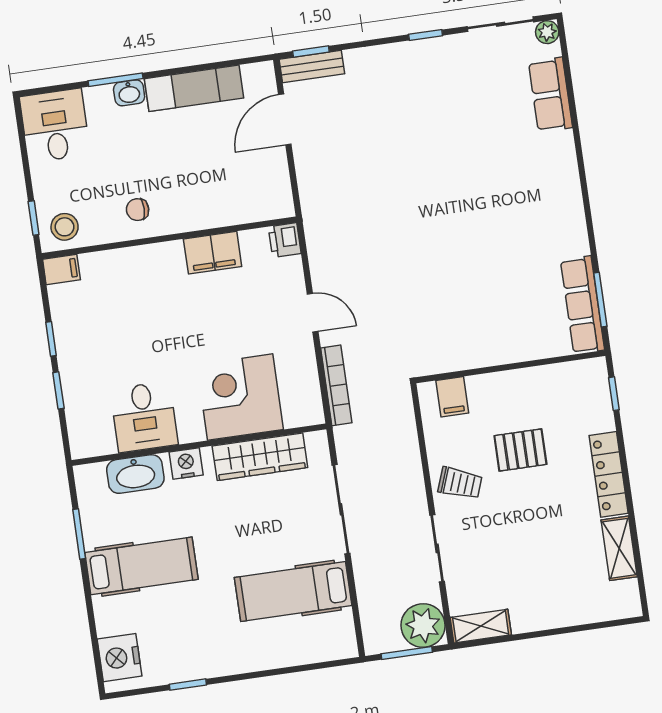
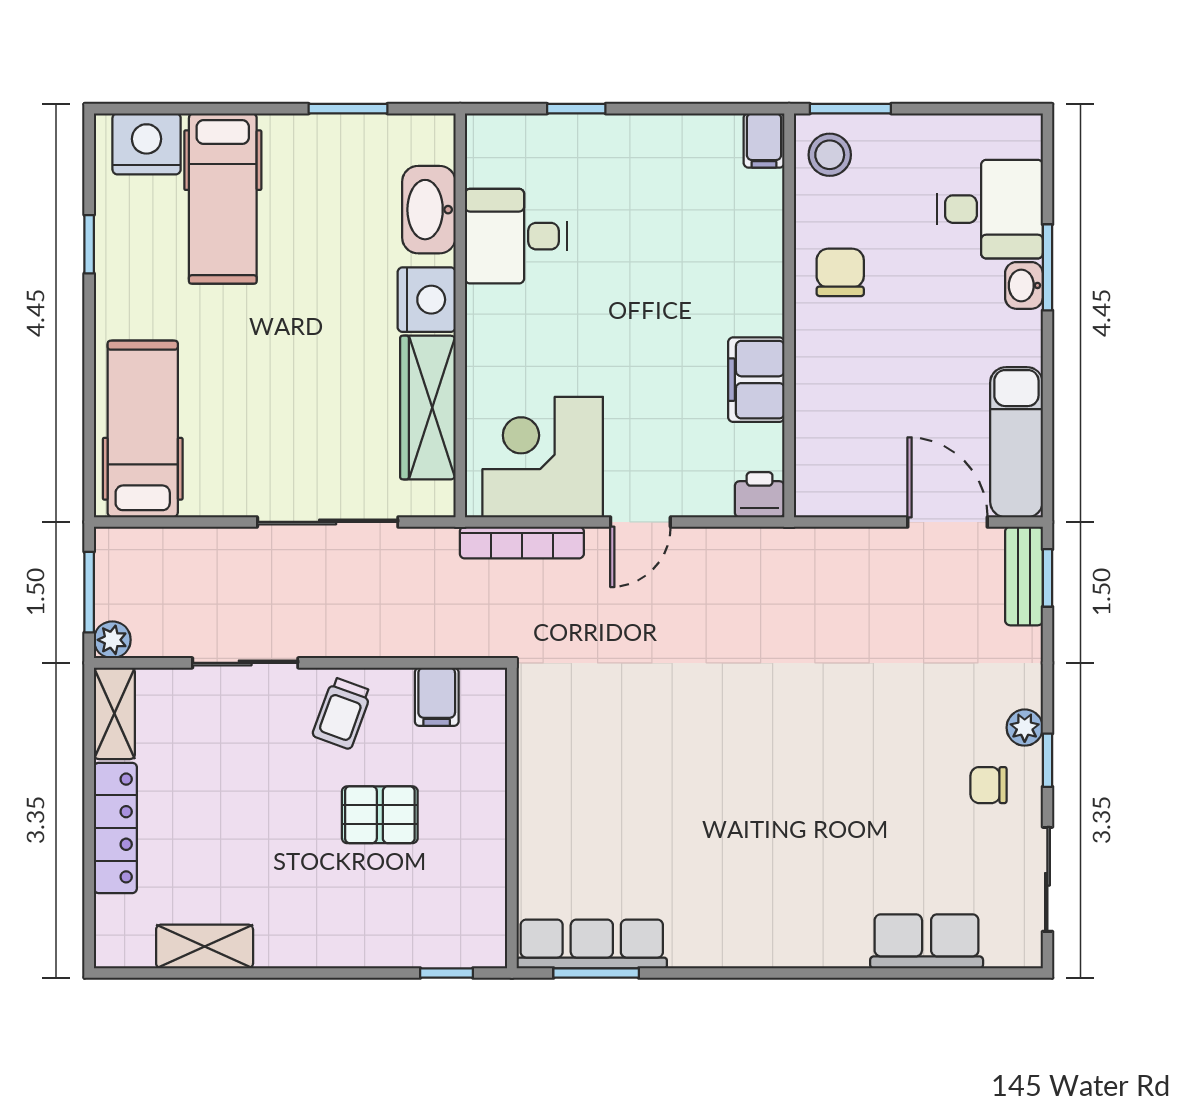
plant: (547, 32) -> (1025, 728), moved
chair: (447, 70) -> (989, 785), added
exam couch: (194, 88) -> (1016, 442), moved
desk: (55, 126) -> (990, 209), moved
chair: (138, 210) -> (840, 272), width x1.37, depth x1.37
window: (34, 218) -> (850, 109), width x1.50
window: (51, 339) -> (658, 109), removed
corner desk: (240, 397) -> (543, 457), moved, turned -90
filing cabinet: (452, 397) -> (437, 697), moved, turned -90
pallet: (520, 450) -> (380, 815), turned 90
nightstand: (186, 464) -> (427, 300), width x1.36, depth x1.33
locker: (609, 474) -> (115, 828), moved, turned 90
hospital bed: (141, 566) -> (223, 199), moved
hospital bed: (293, 592) -> (143, 429), moved
plant: (423, 625) -> (112, 640), width x0.53, depth x0.53

